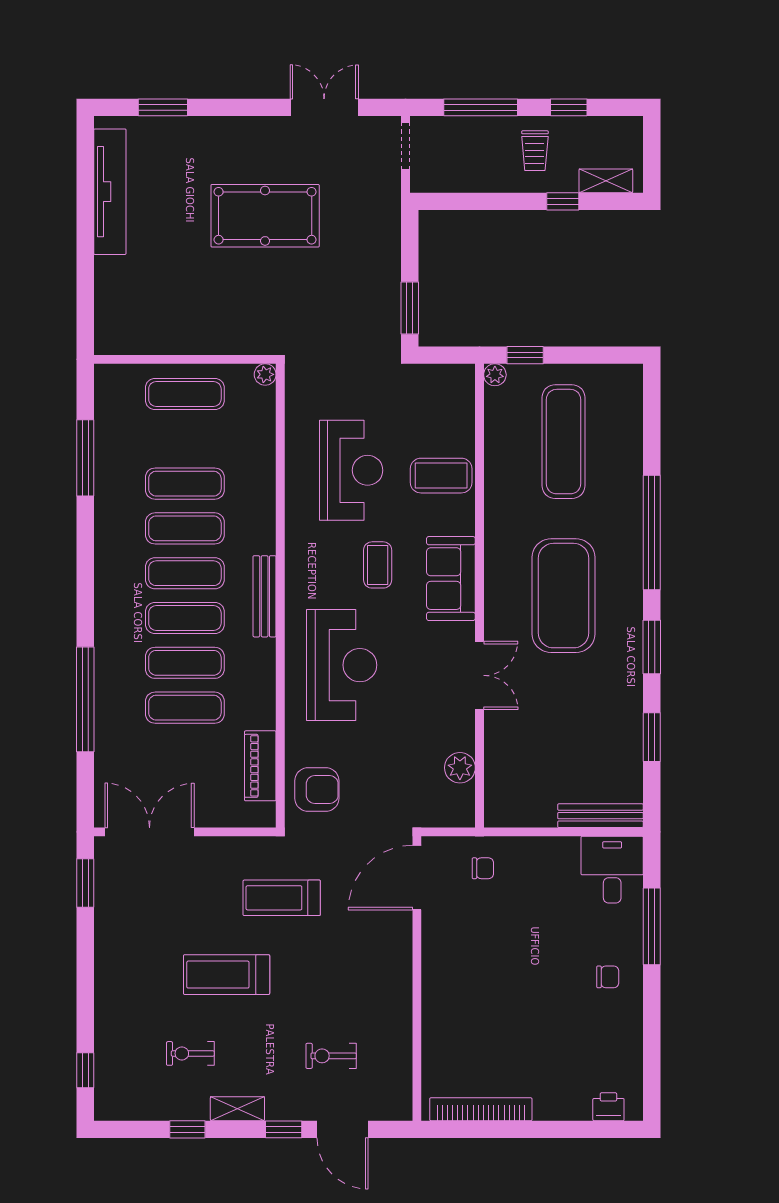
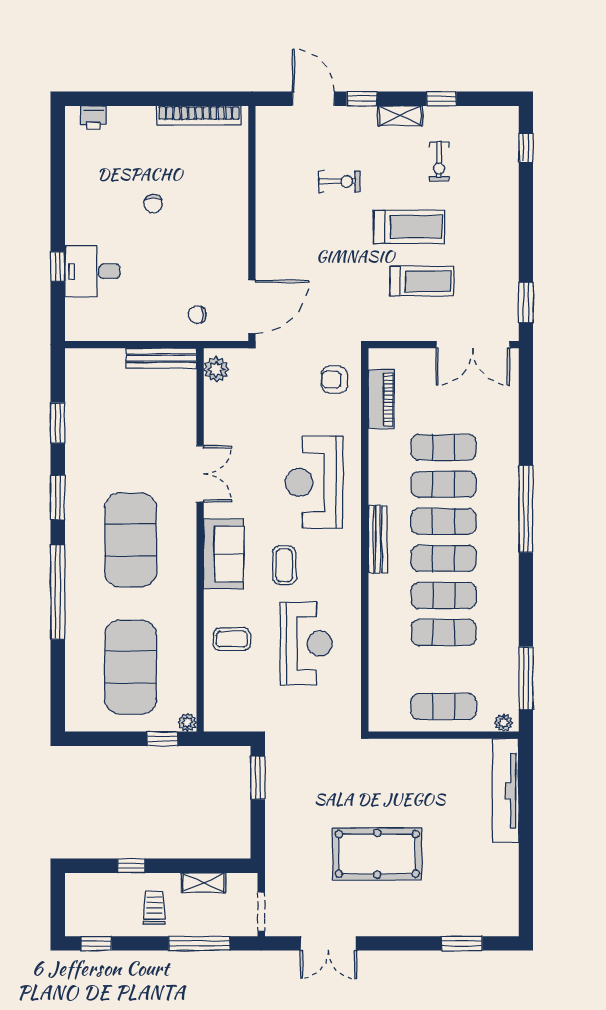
window: (569, 107) -> (96, 943), moved
shelving: (606, 181) -> (204, 883), moved
tv unit: (110, 192) -> (506, 791), moved
plant: (265, 374) -> (504, 723), moved
exercise mat: (563, 442) -> (131, 667), width x1.47
window: (85, 458) -> (526, 678), moved
reception desk: (351, 470) -> (306, 643), turned 180
coffee table: (441, 476) -> (232, 639), width x0.73, depth x0.77
double door: (480, 675) -> (200, 474), swing flipped
window: (85, 699) -> (526, 509), moved
plant: (460, 768) -> (216, 369), moved
armchair: (317, 790) -> (334, 380), width x0.72, depth x0.72
bench: (600, 816) -> (161, 358), moved
desk: (612, 870) -> (92, 271), moved, turned 90
treadmill: (282, 898) -> (422, 281), moved
window: (652, 926) -> (58, 266), width x0.46
chair: (608, 977) -> (153, 204), moved, turned -90
exercise bike: (190, 1053) -> (439, 161), turned 90
exercise bike: (331, 1056) -> (339, 181), moved

